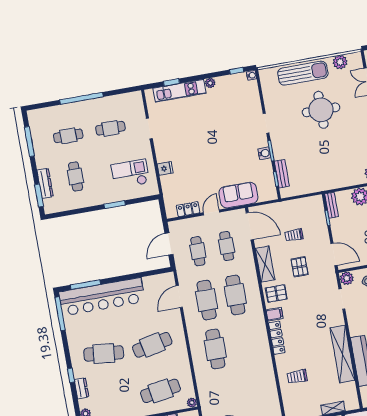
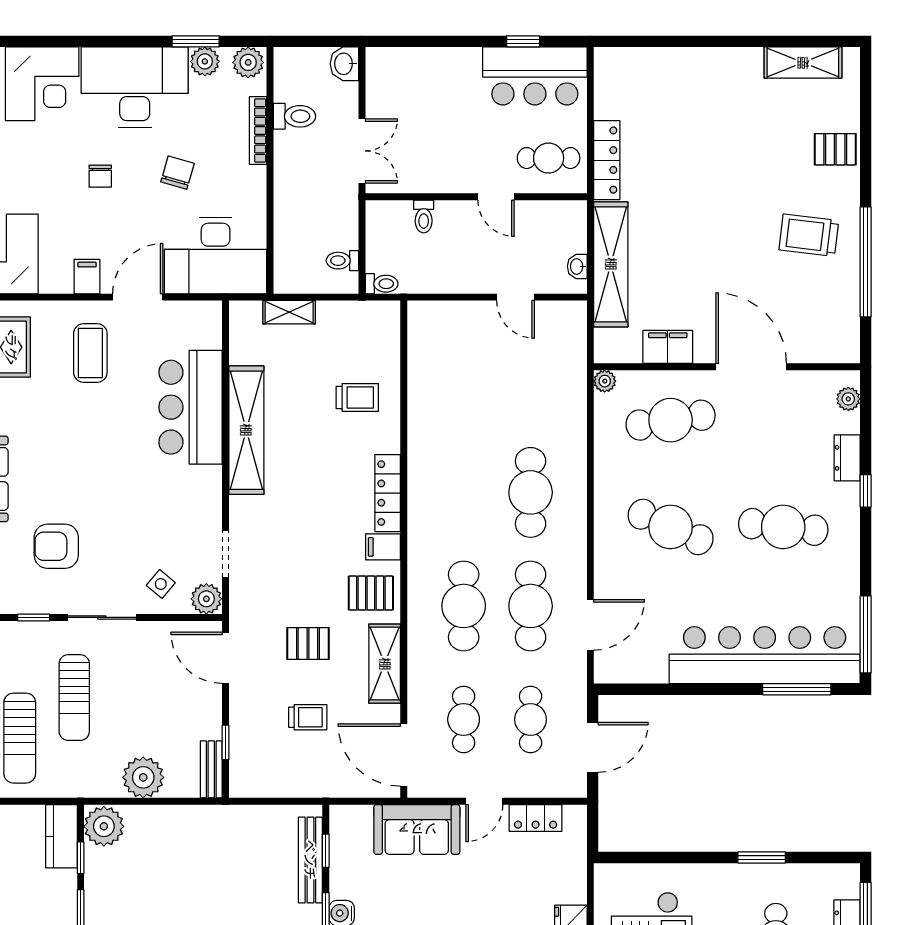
bench: (282, 174) -> (310, 860), width x1.36
window: (115, 205) -> (762, 858), moved
pallet: (300, 267) -> (308, 644), turned 90
cafe table: (152, 345) -> (671, 527), turned 36

